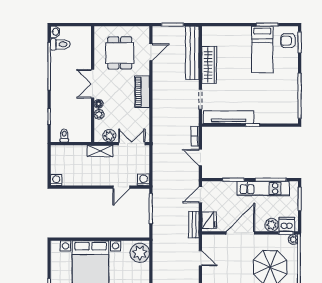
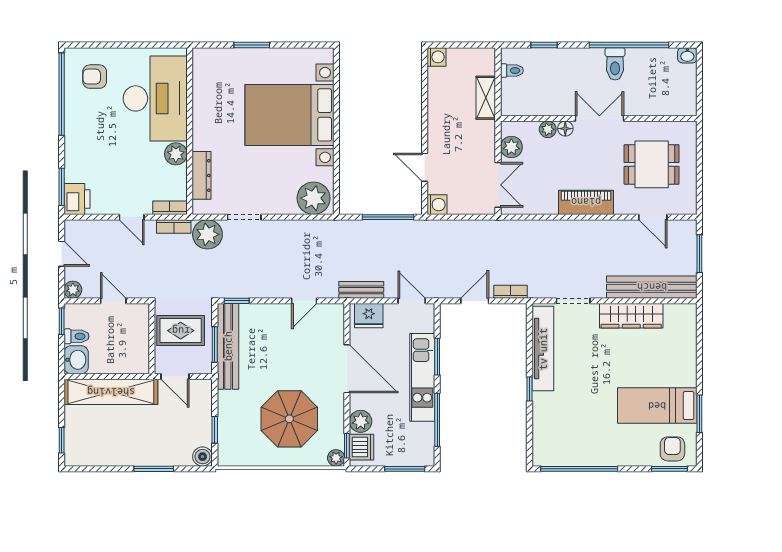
toilet: (60, 44) -> (615, 64), moved
shelving: (100, 151) -> (486, 98), moved
kitchen unit: (263, 188) -> (422, 377), moved

